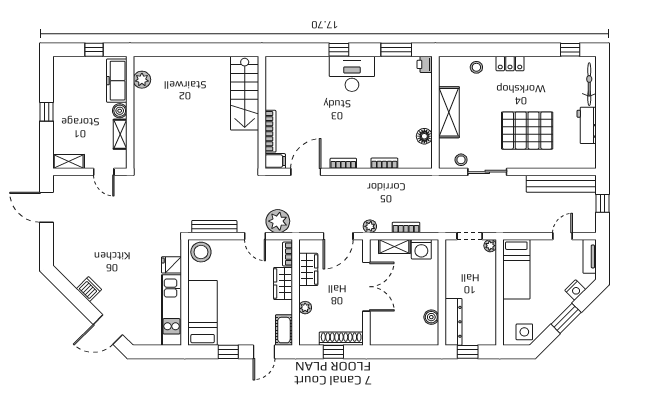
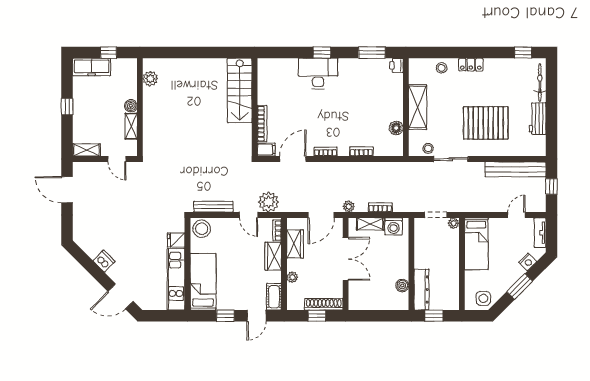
desk: (352, 74) -> (318, 74), moved
freezer: (117, 81) -> (92, 67), moved, turned -90

